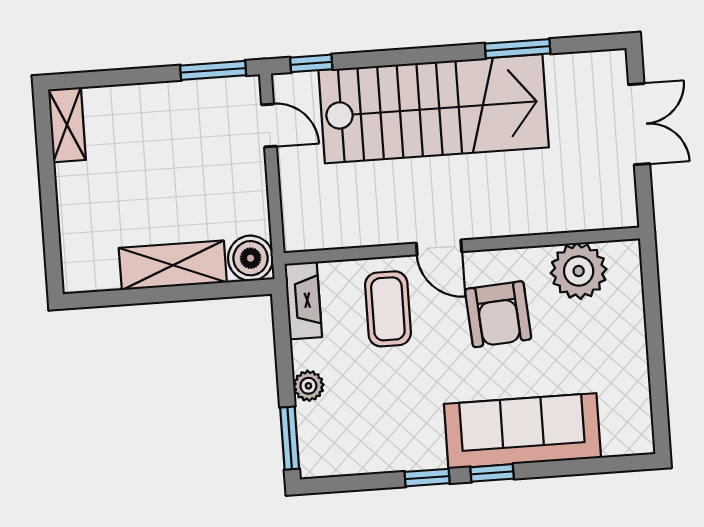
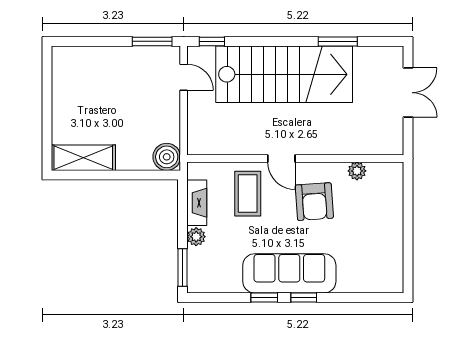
shelving: (67, 125) -> (61, 68), removed
shelving: (173, 265) -> (83, 158), moved
plant: (579, 271) -> (357, 171), width x0.53, depth x0.53
fireplace: (303, 300) -> (197, 203), moved
sofa: (522, 431) -> (289, 273), moved

